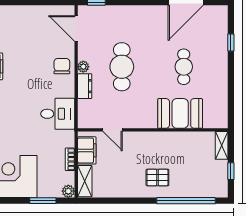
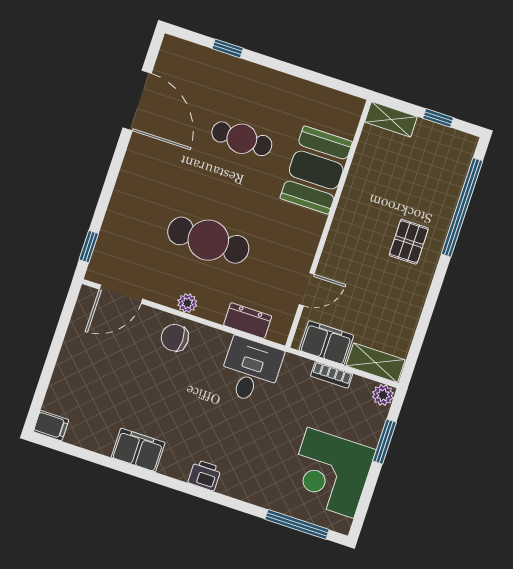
dresser: (85, 86) -> (248, 321), moved

